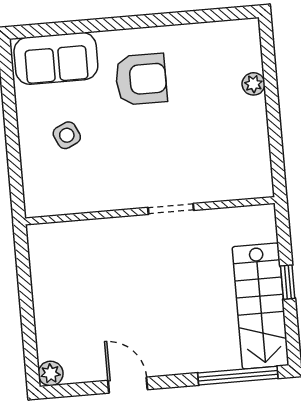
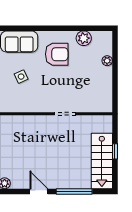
plant: (197, 39) -> (84, 38), added
window: (238, 376) -> (74, 191), moved

